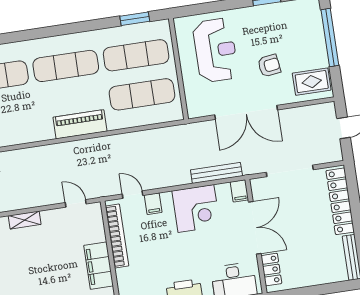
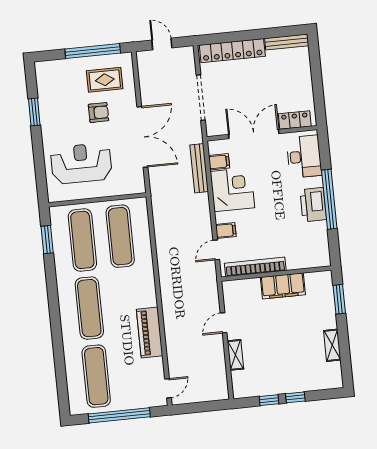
window: (330, 38) -> (93, 51), moved
armchair: (269, 66) -> (99, 113), turned 98
rug: (312, 82) -> (105, 80), moved, turned 90
piano: (80, 124) -> (150, 333), moved
filing cabinet: (239, 191) -> (219, 162), moved
door: (76, 203) -> (224, 323), moved

